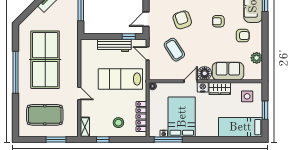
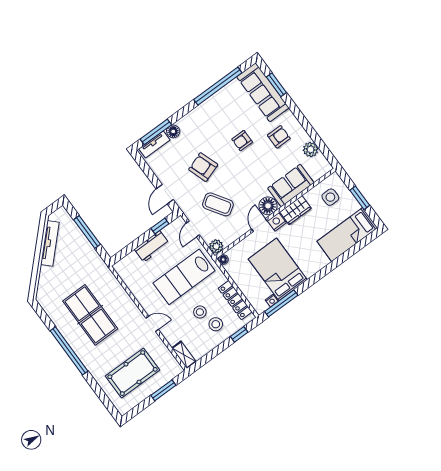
workbench: (114, 45) -> (152, 246), width x0.73
door: (148, 53) -> (193, 229), hinge flipped
table tennis table: (45, 60) -> (90, 315), width x0.73, depth x0.76
plant: (154, 75) -> (216, 246), added
stool: (114, 108) -> (200, 312), added
window: (103, 140) -> (239, 334), moved

